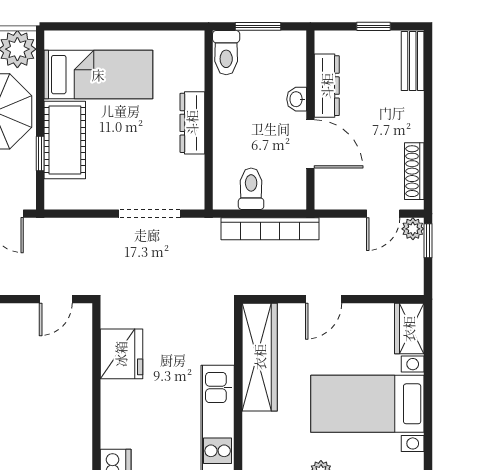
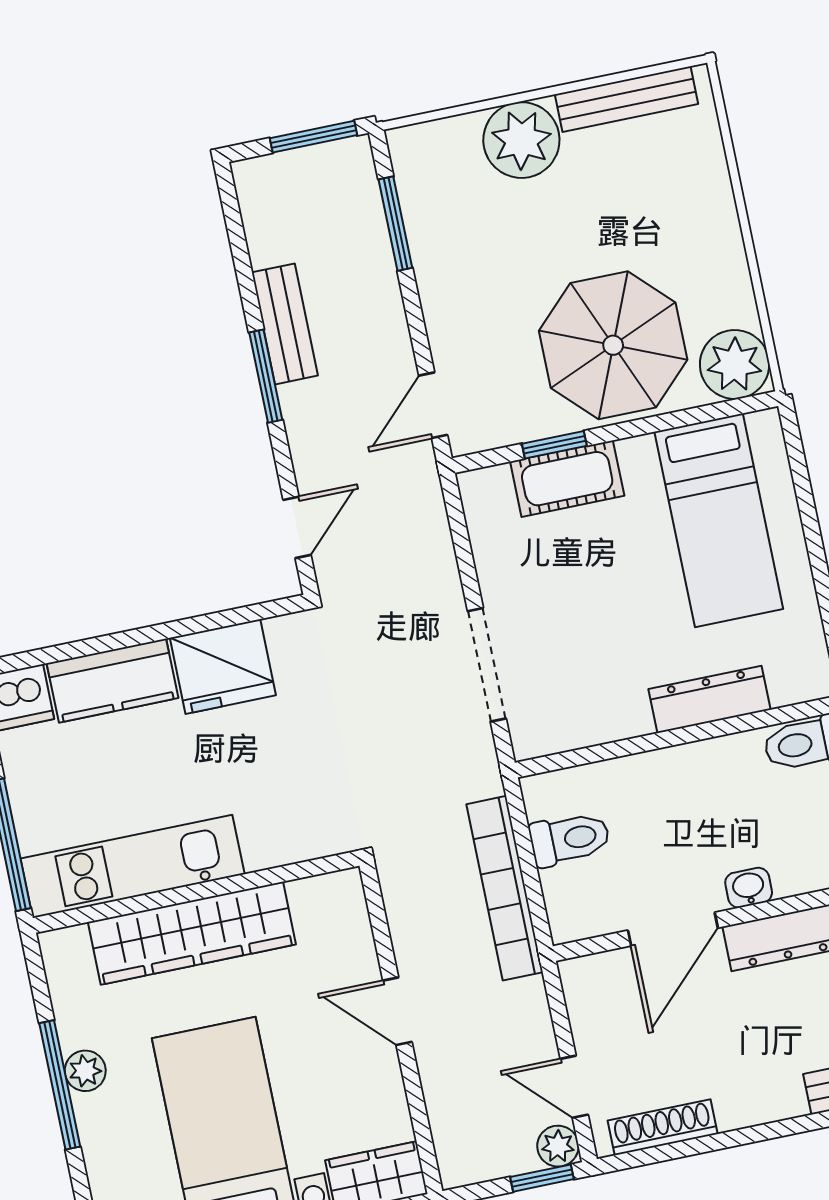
dresser: (192, 123) -> (710, 699), moved
cot: (65, 140) -> (567, 479), width x0.73, depth x0.75
door: (56, 299) -> (297, 527), swing flipped
wardrobe: (260, 357) -> (192, 933), moved
kitchen counter: (117, 414) -> (113, 681), added

